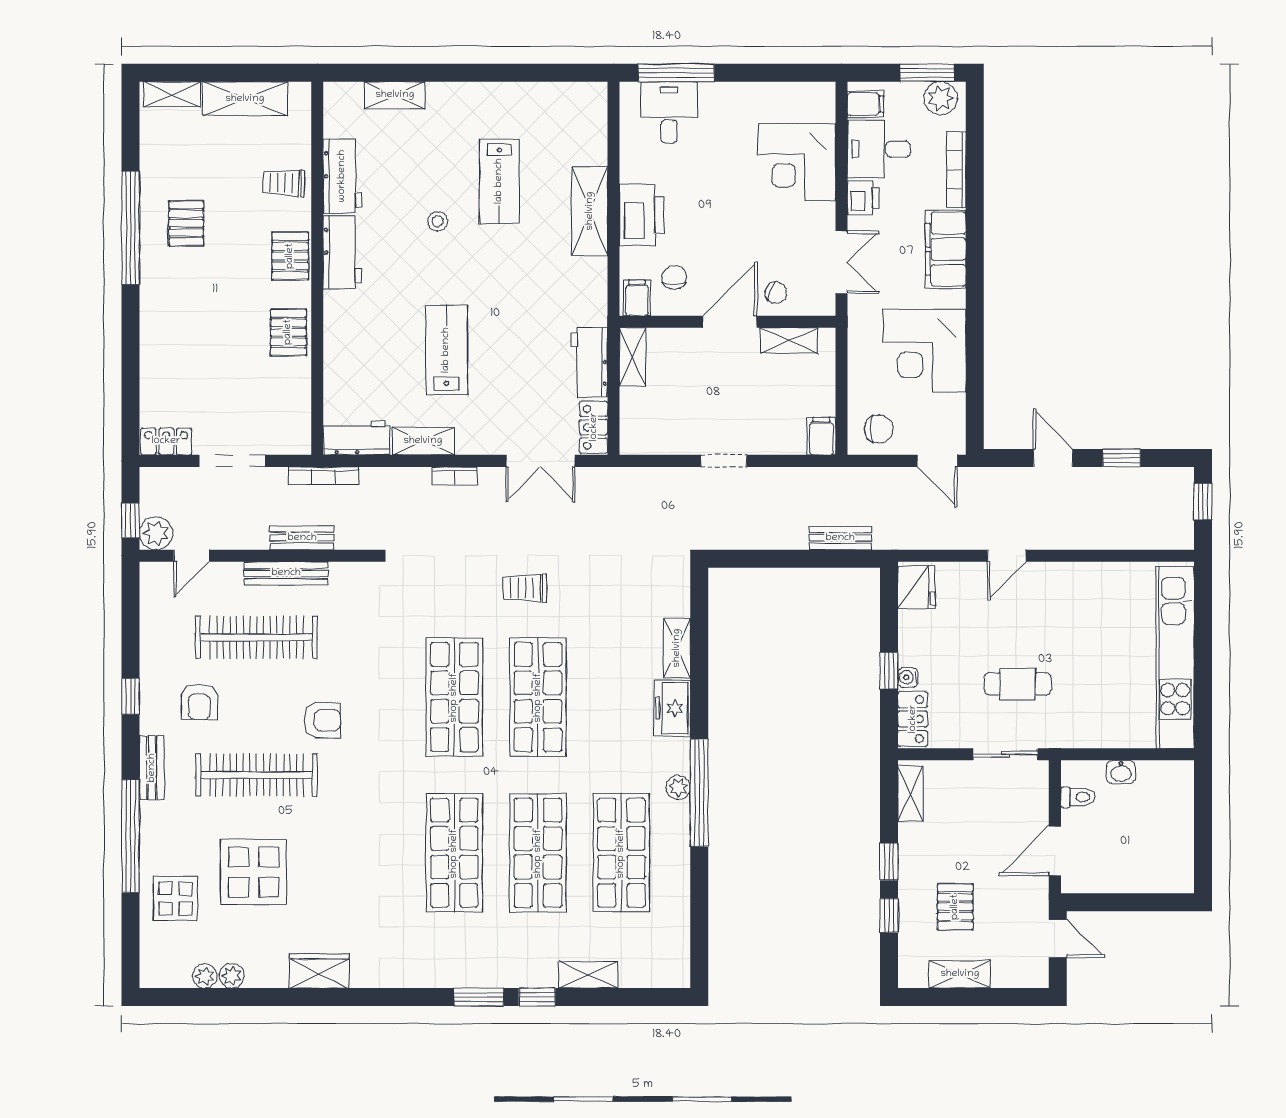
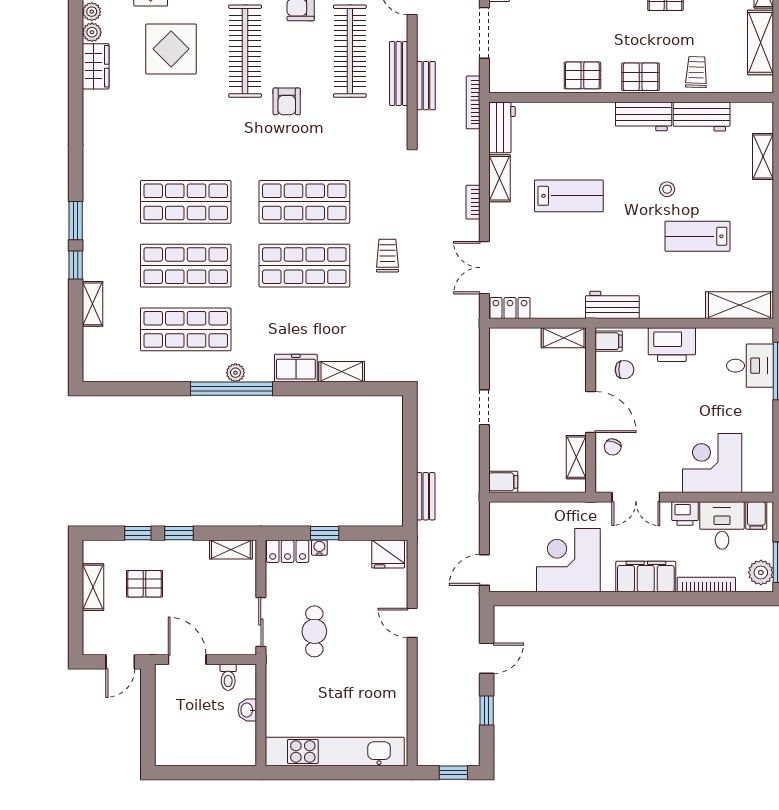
shelving: (590, 211) -> (740, 305), moved
workbench: (589, 362) -> (612, 305), moved
chair: (879, 429) -> (509, 526), removed
wardrobe: (319, 971) -> (96, 66), moved

